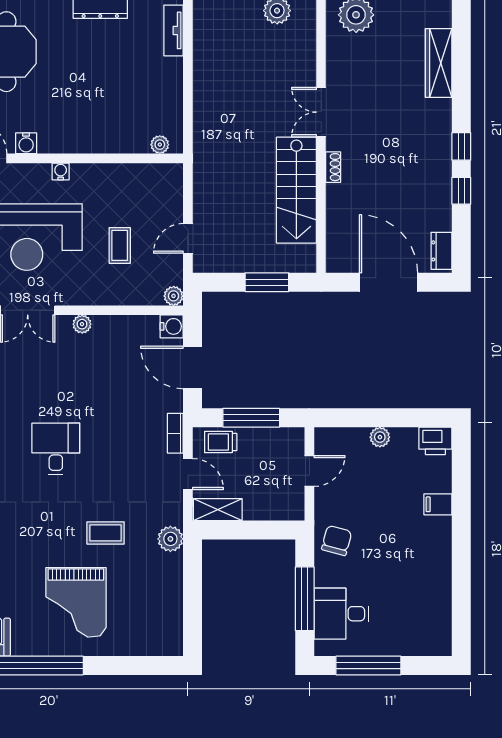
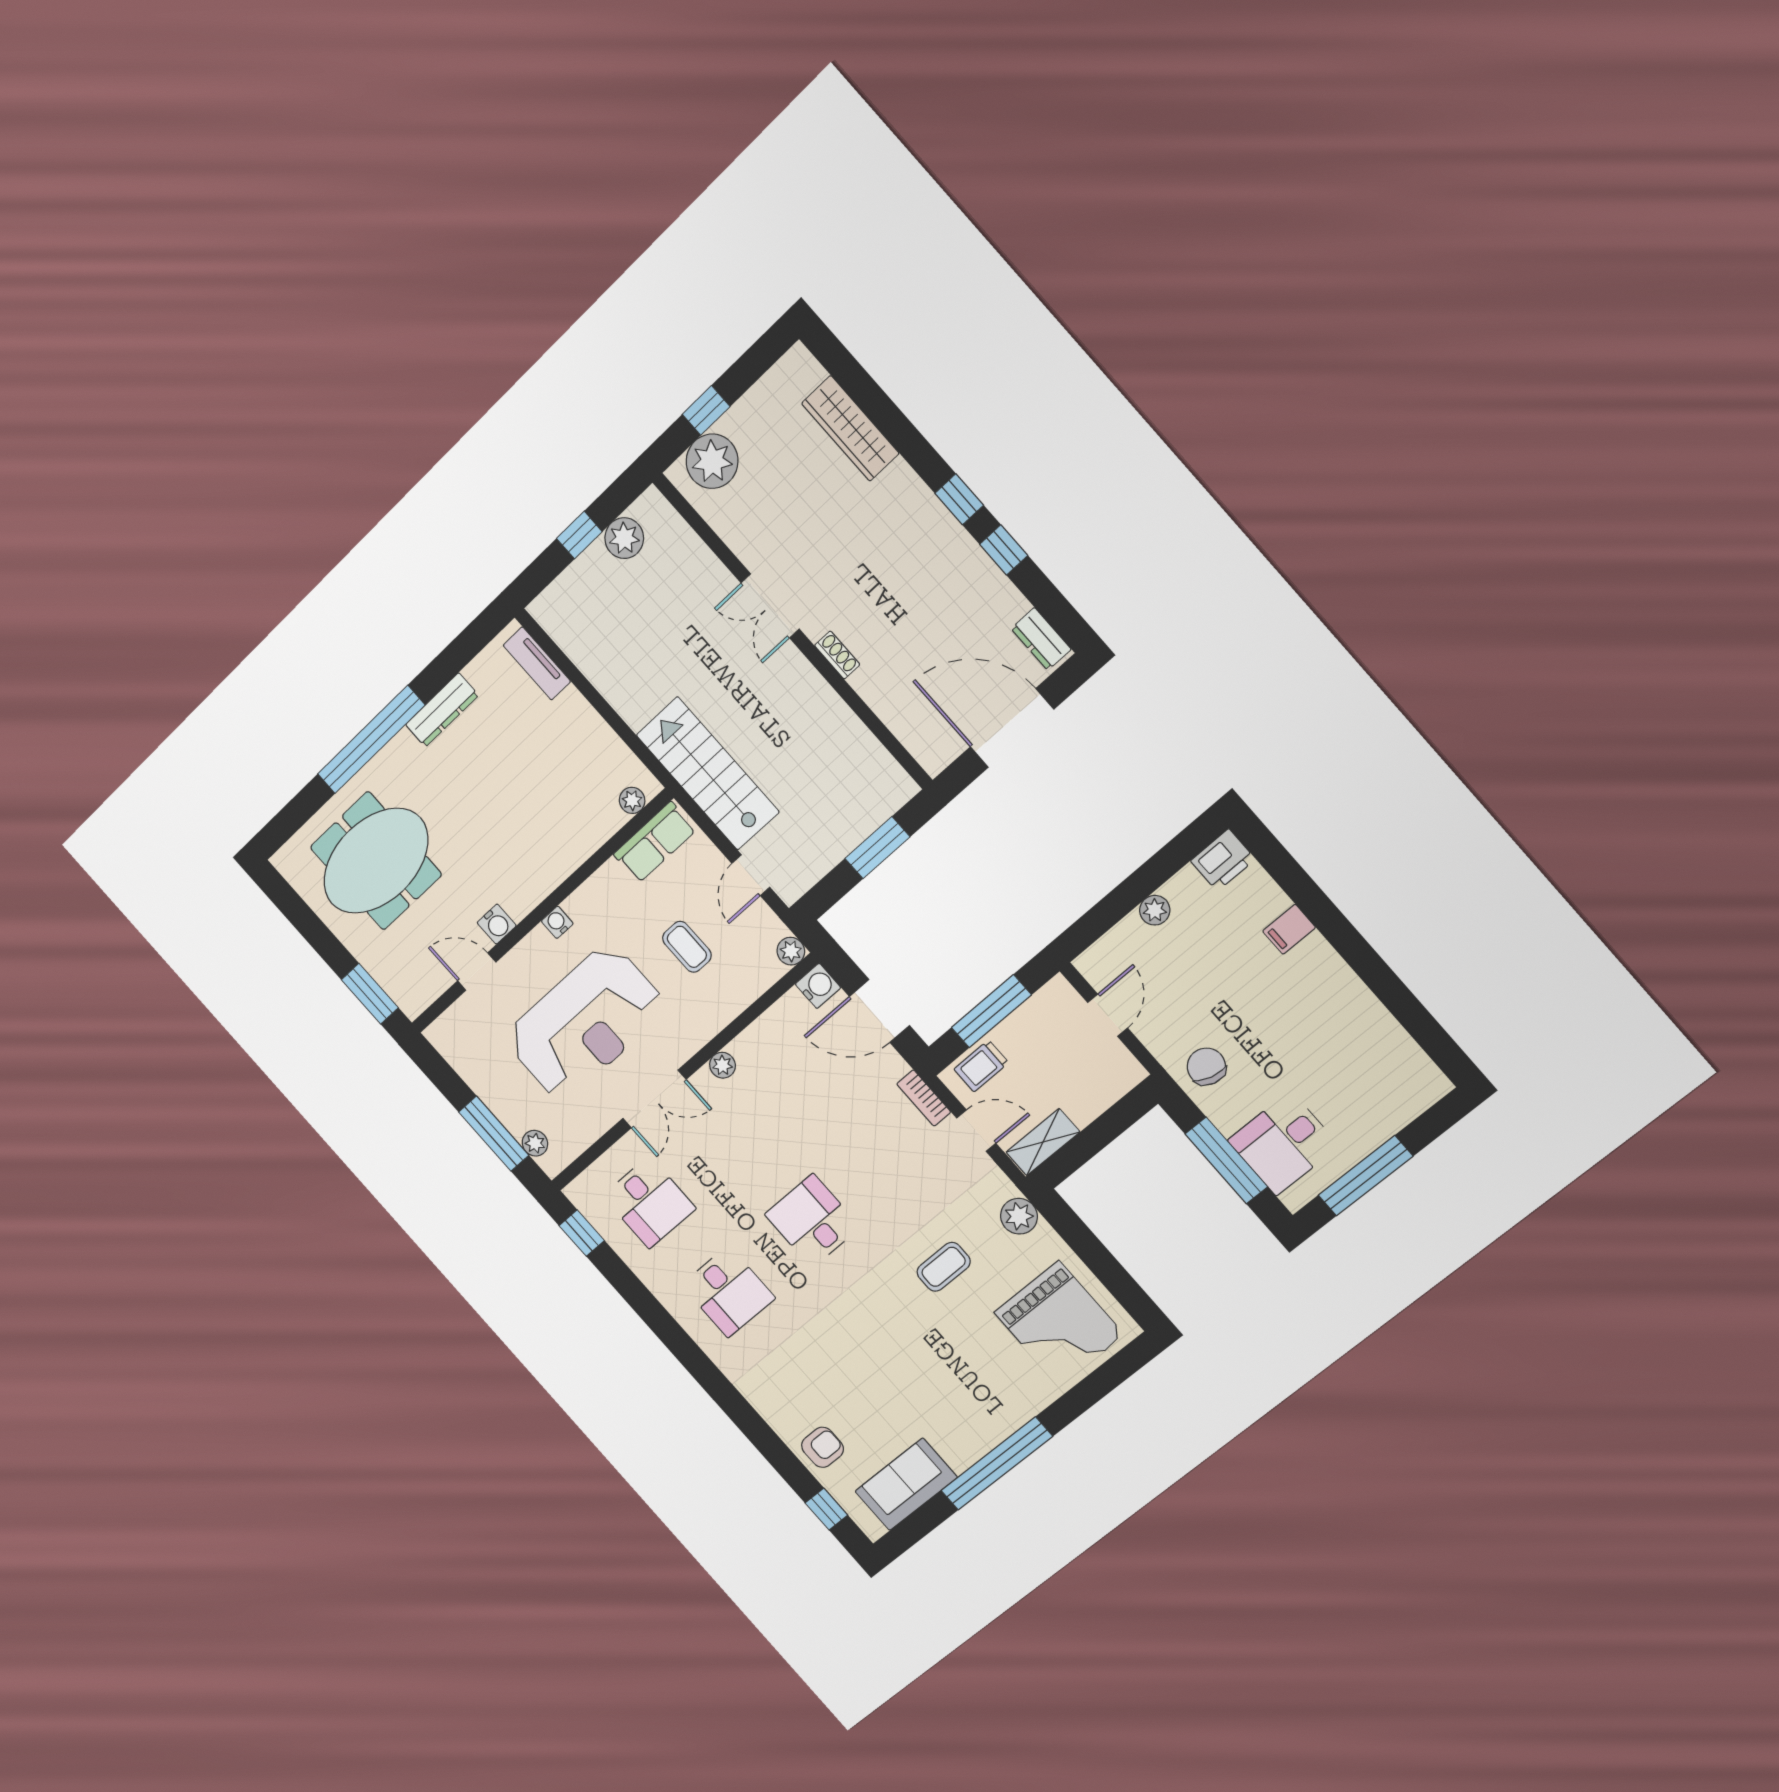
row of seats: (152, 177) -> (655, 842), added
stairs: (296, 190) -> (708, 773), moved, turned 180
grand piano: (76, 602) -> (1059, 1324), moved

